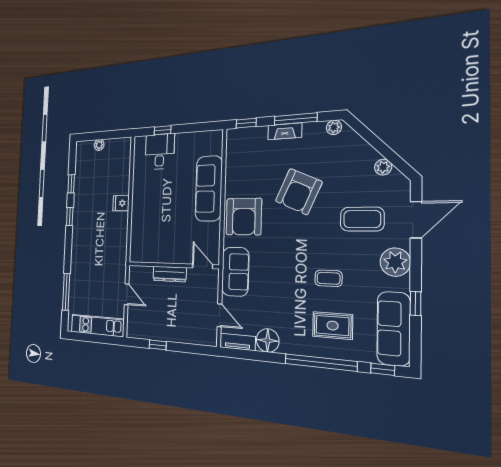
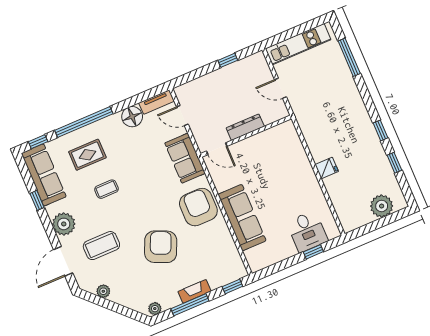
plant: (99, 145) -> (382, 206), width x1.88, depth x1.88

